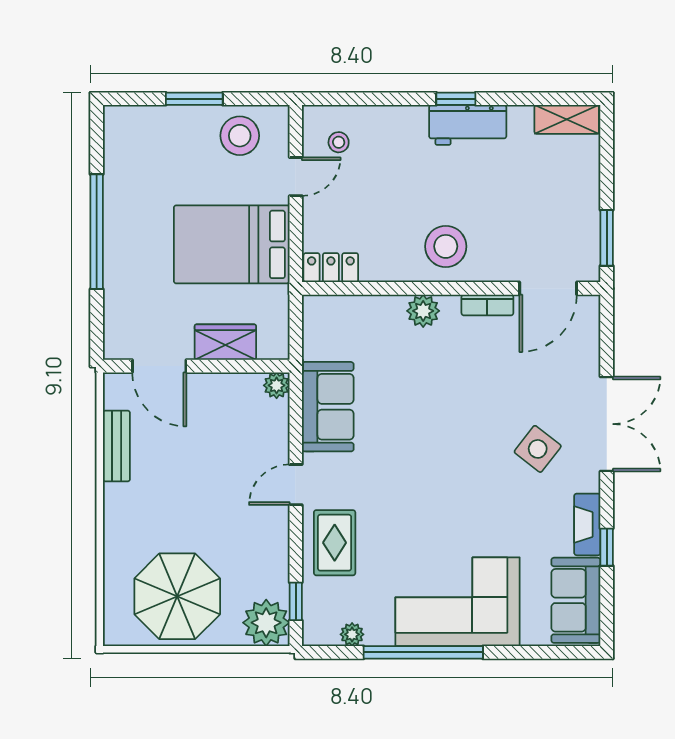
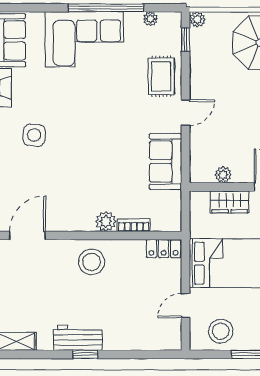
stool: (339, 142) -> (159, 327), removed
bookcase: (487, 305) -> (134, 225), moved
plant: (277, 385) -> (223, 175), moved
side table: (538, 449) -> (34, 135), turned -33
plant: (266, 623) -> (197, 19), width x0.53, depth x0.53

